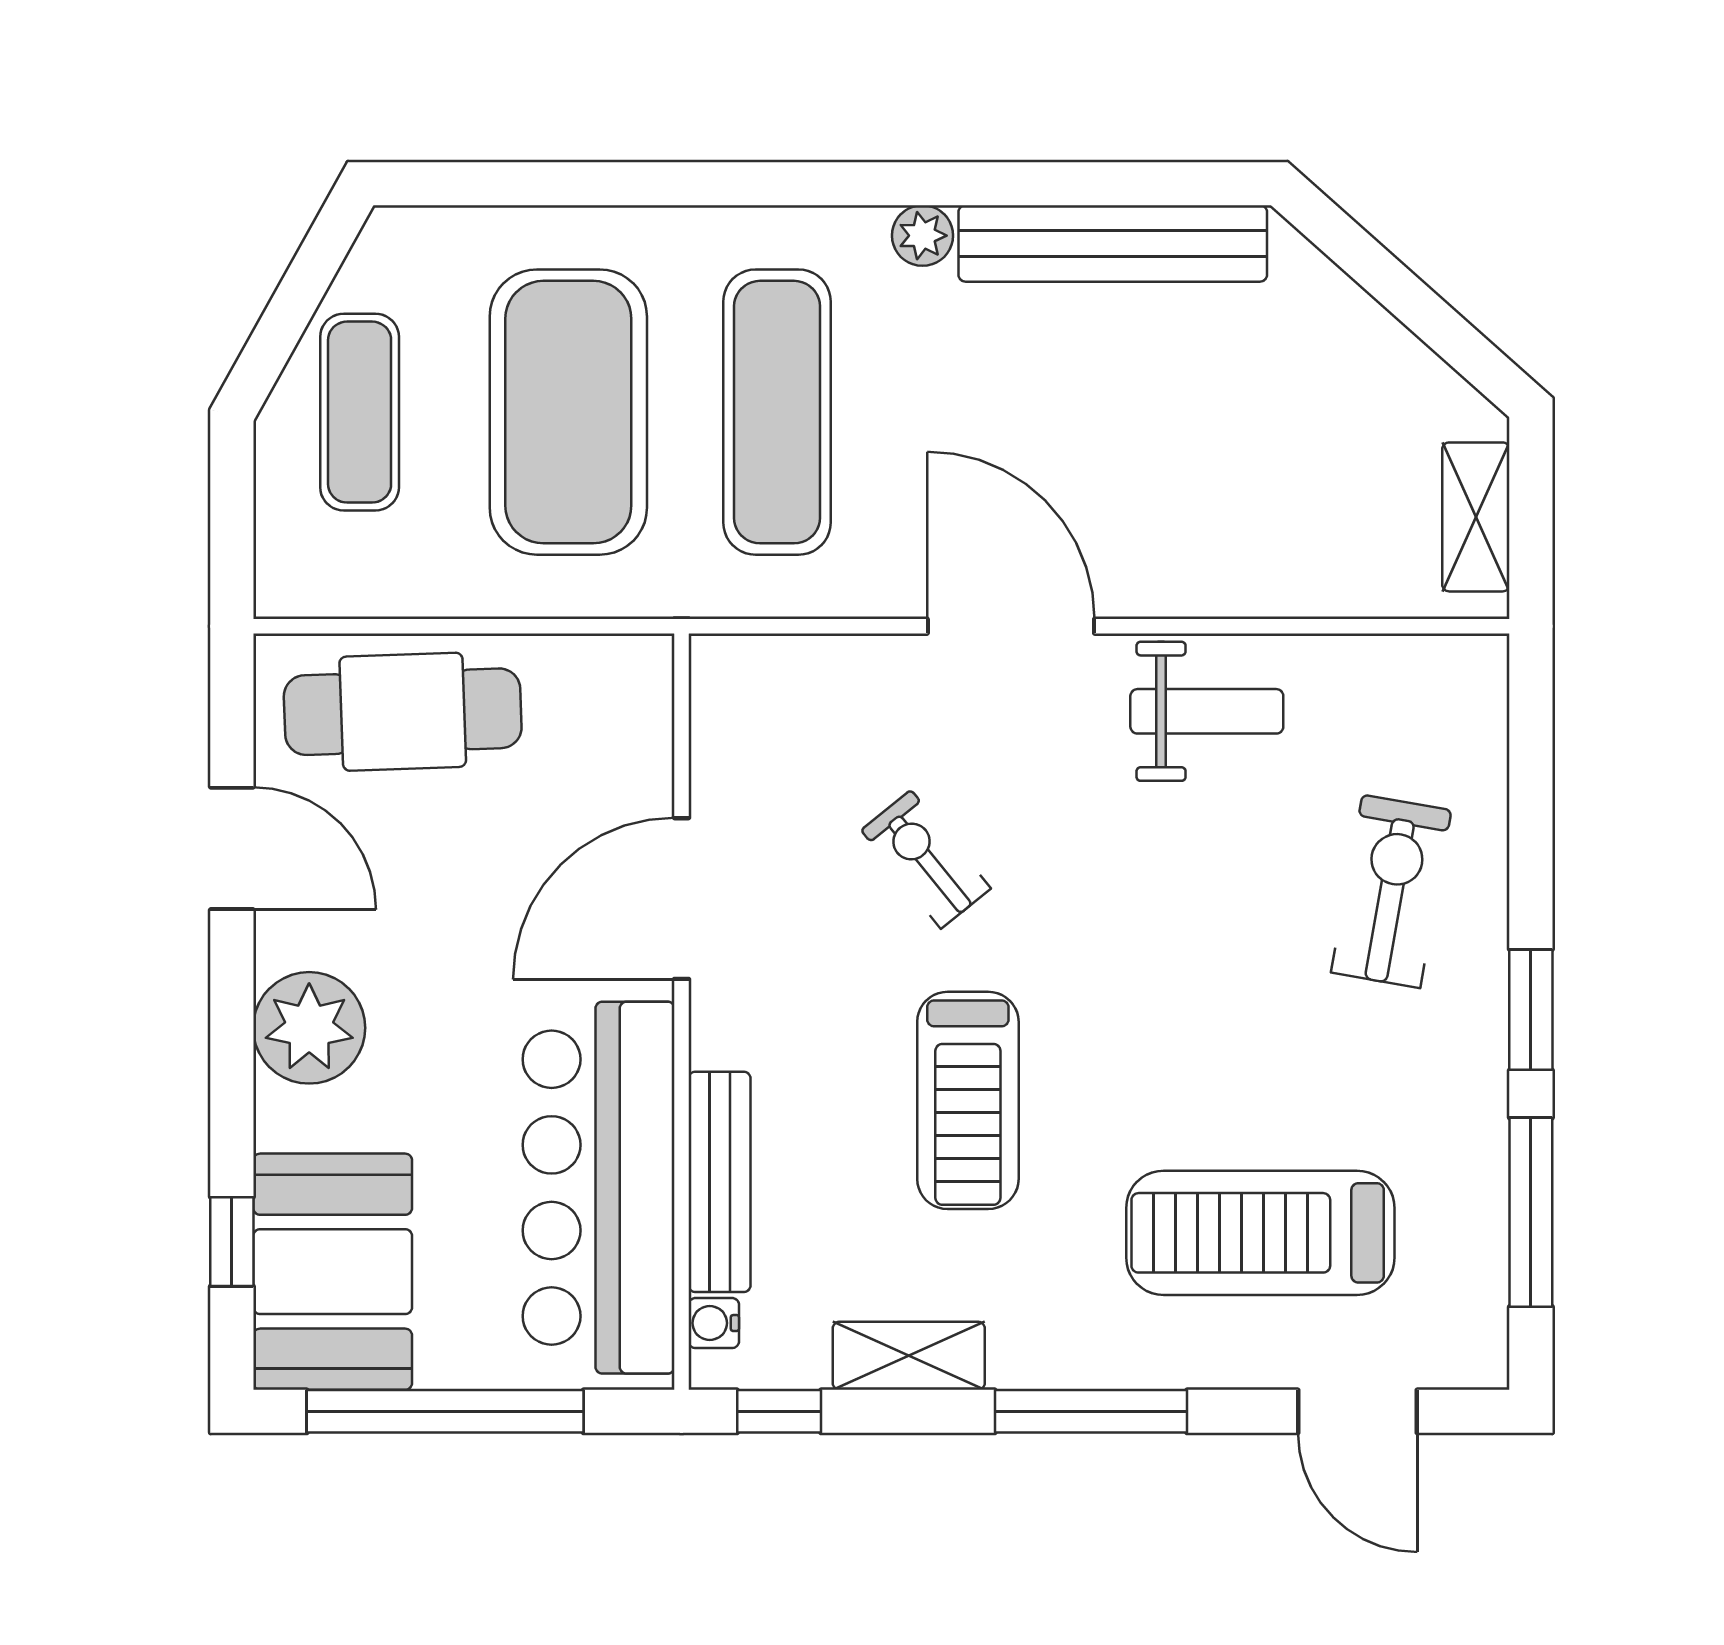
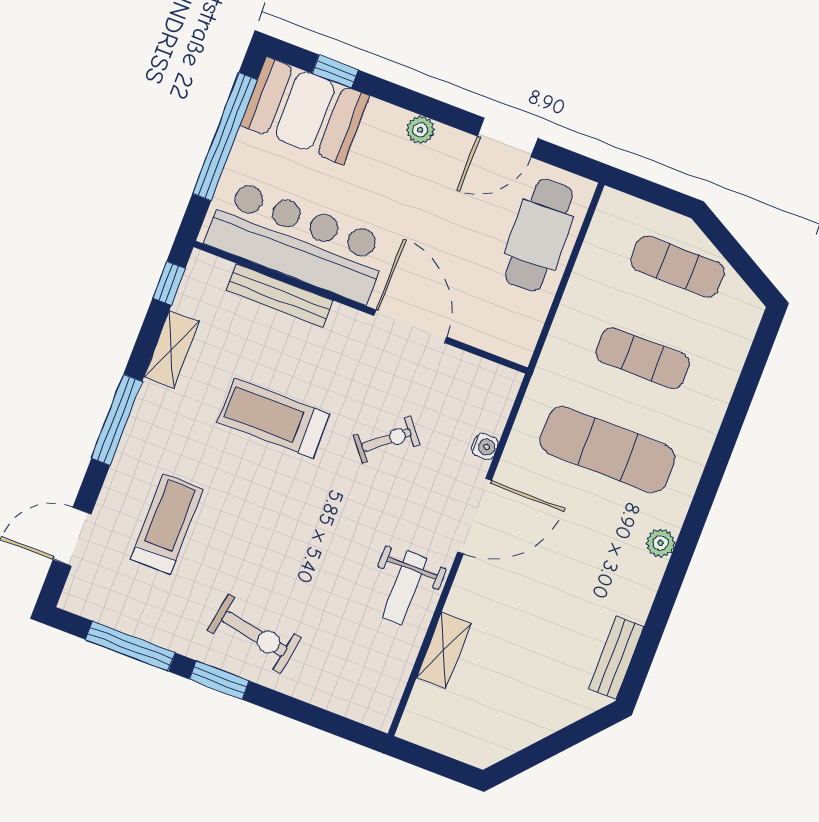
bench: (1113, 243) -> (616, 657), width x0.54, depth x0.82
exercise mat: (568, 412) -> (643, 358), width x0.50, depth x0.69
shelving: (1476, 517) -> (444, 650), moved, turned 90
exercise bike: (1391, 891) -> (255, 634), moved
plant: (309, 1028) -> (420, 130), width x0.53, depth x0.53
treadmill: (1260, 1233) -> (167, 524), width x0.73, depth x0.73
water cooler: (714, 1323) -> (485, 446), moved, turned 90

